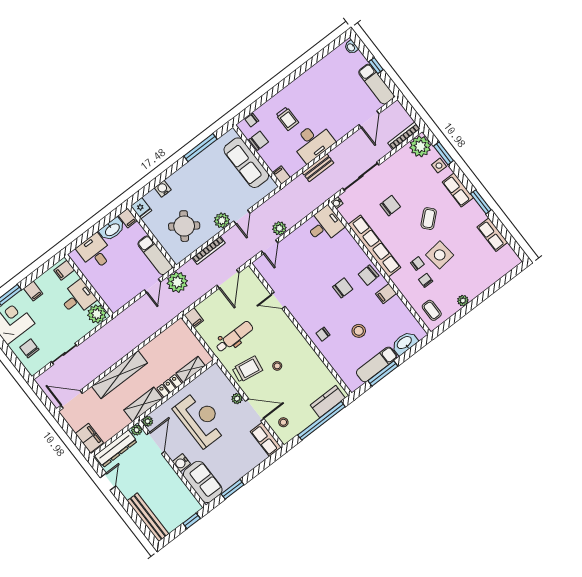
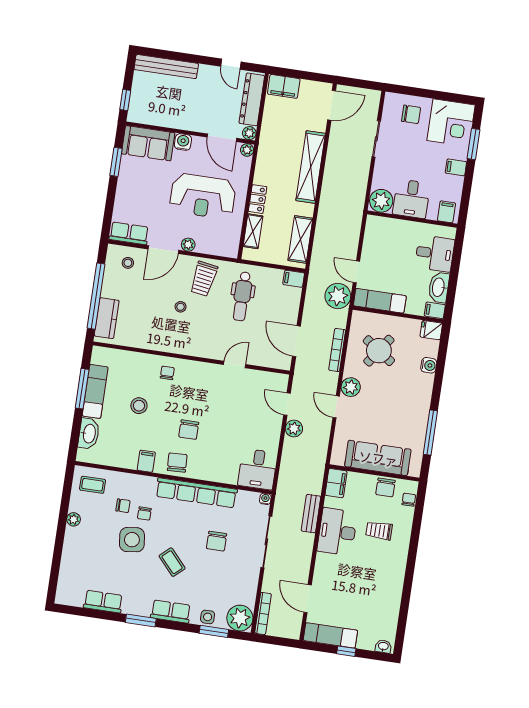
filing cabinet: (281, 175) -> (336, 483), width x2.00
shelving: (143, 404) -> (300, 239), moved

